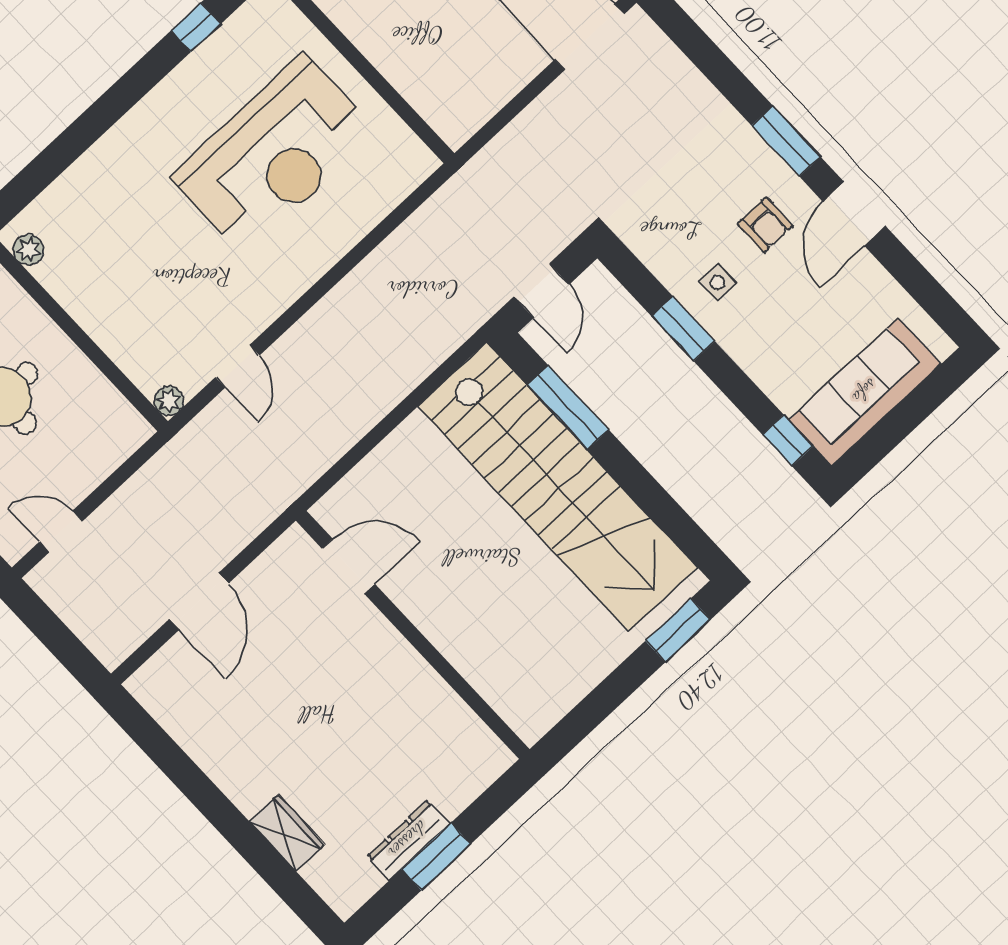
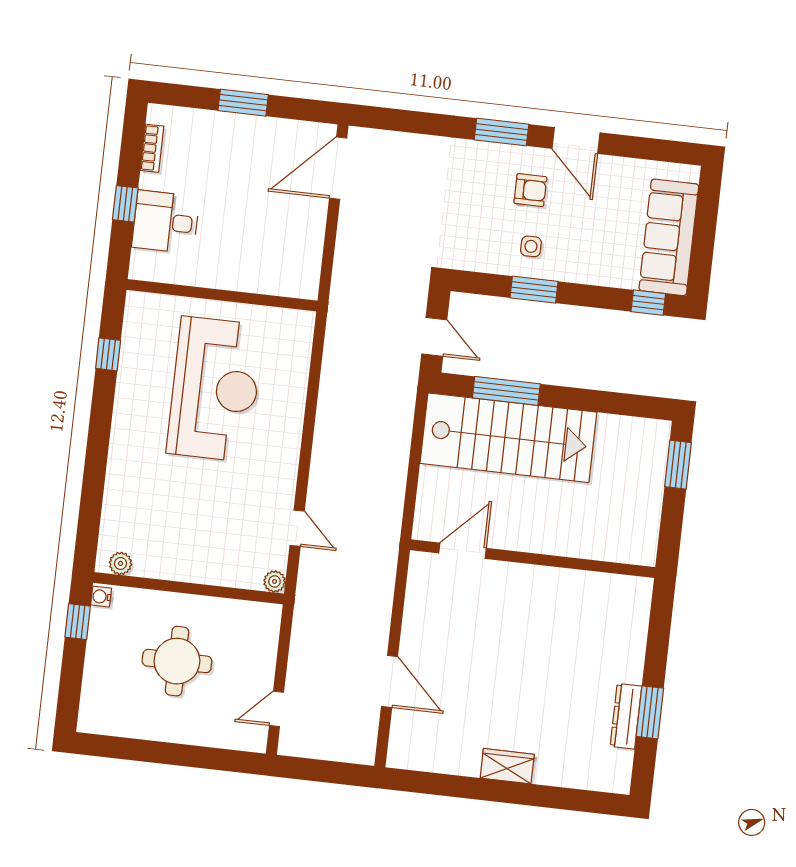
stairs: (558, 487) -> (508, 438), width x0.73
door: (349, 566) -> (462, 551), moved
wall: (413, 635) -> (533, 559), moved
wardrobe: (287, 833) -> (507, 766), moved

